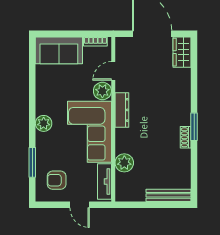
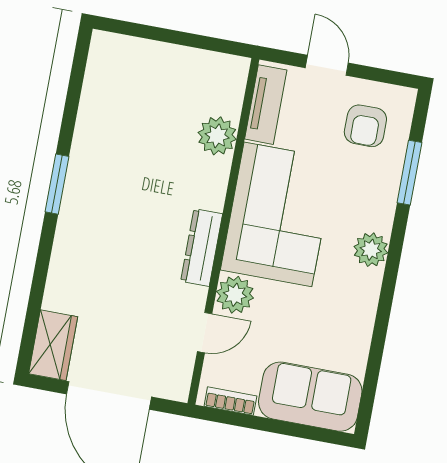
shoe rack: (186, 137) -> (79, 166), removed
armchair: (57, 180) -> (365, 126), turned 90
bench: (169, 195) -> (137, 50), removed

